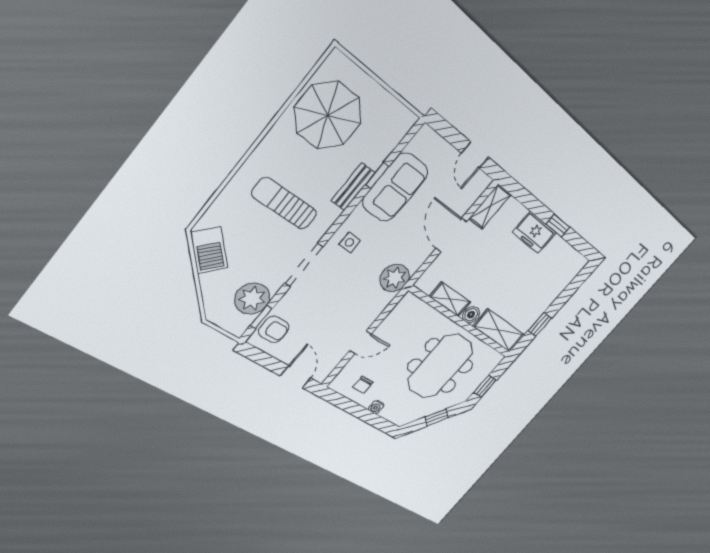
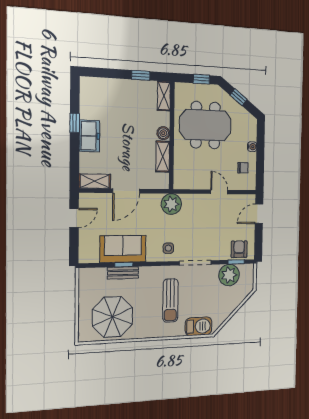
bench: (353, 187) -> (123, 273), moved
barbecue: (209, 250) -> (199, 326), moved, turned 45
shelving: (499, 331) -> (164, 96), width x0.67, depth x0.75

